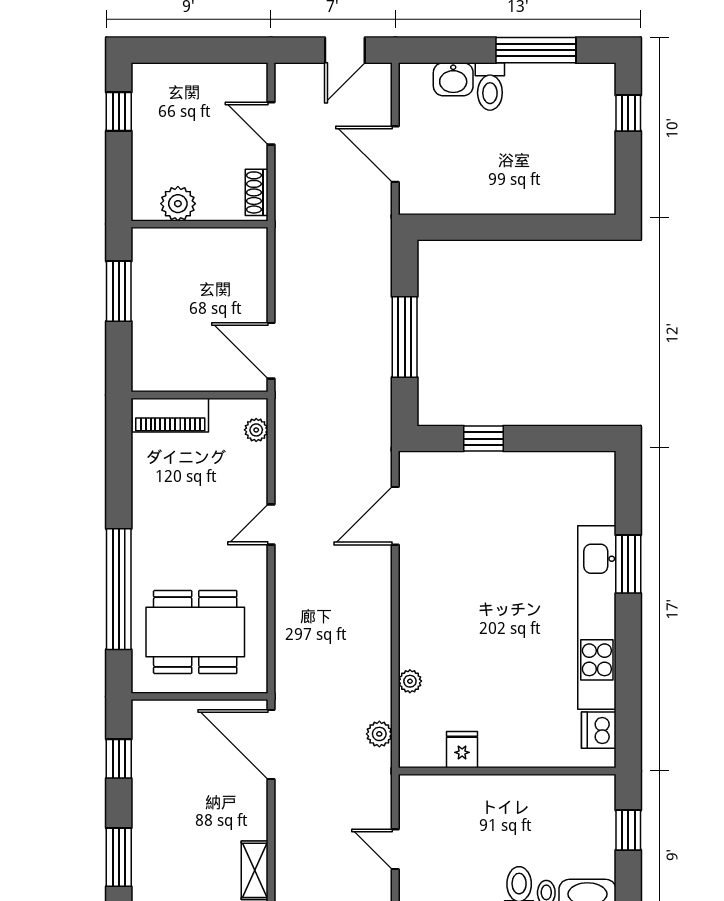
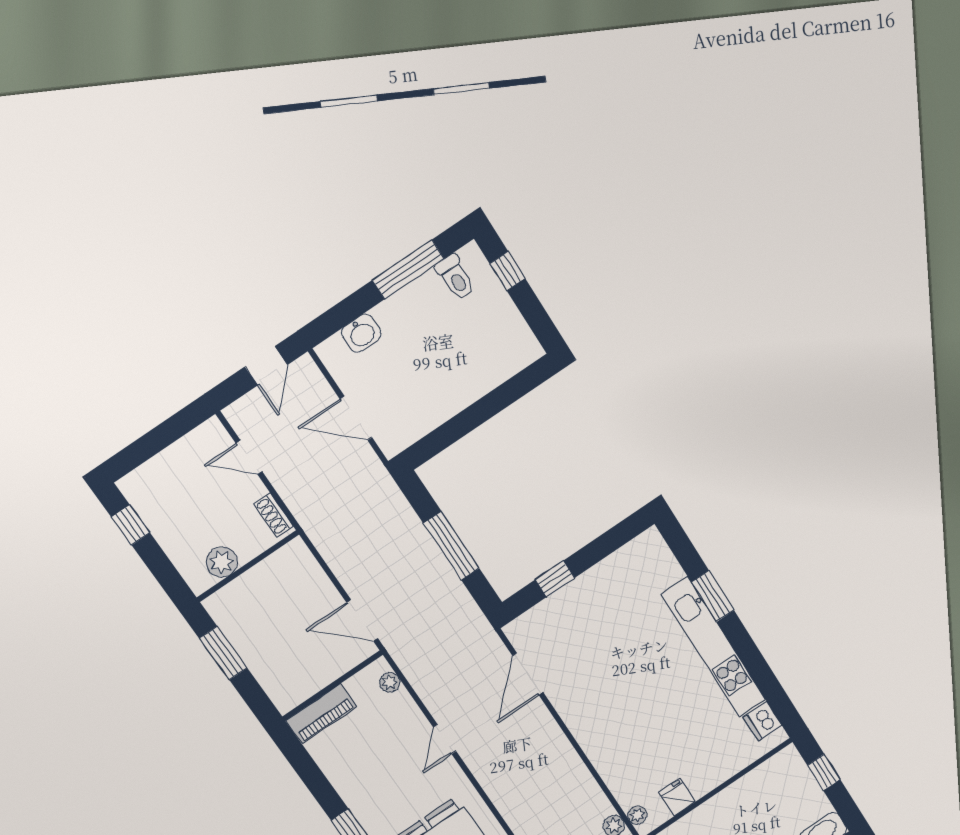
toilet: (490, 86) -> (455, 277), moved
plant: (410, 681) -> (637, 815), moved

